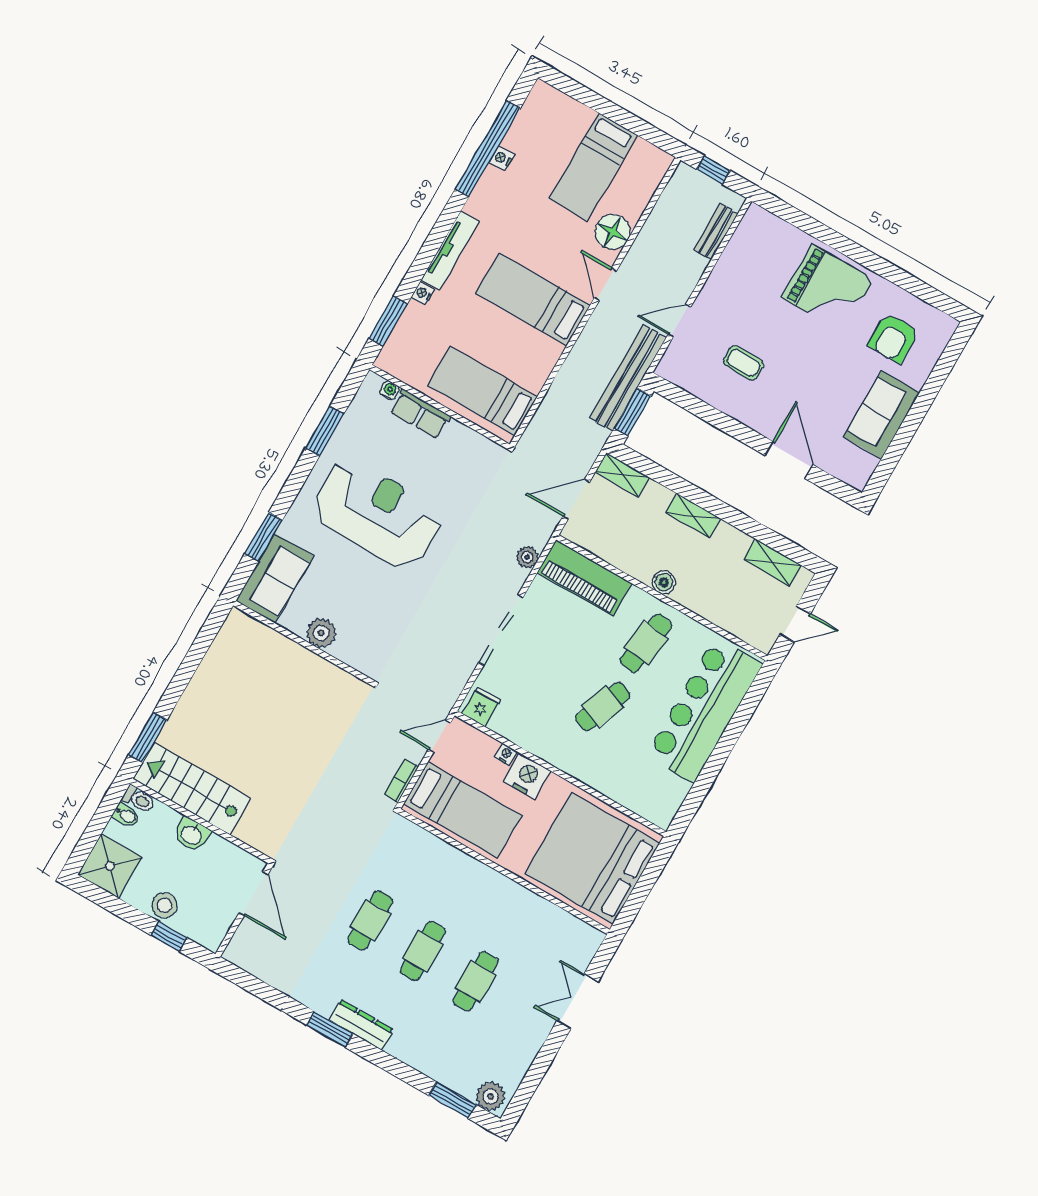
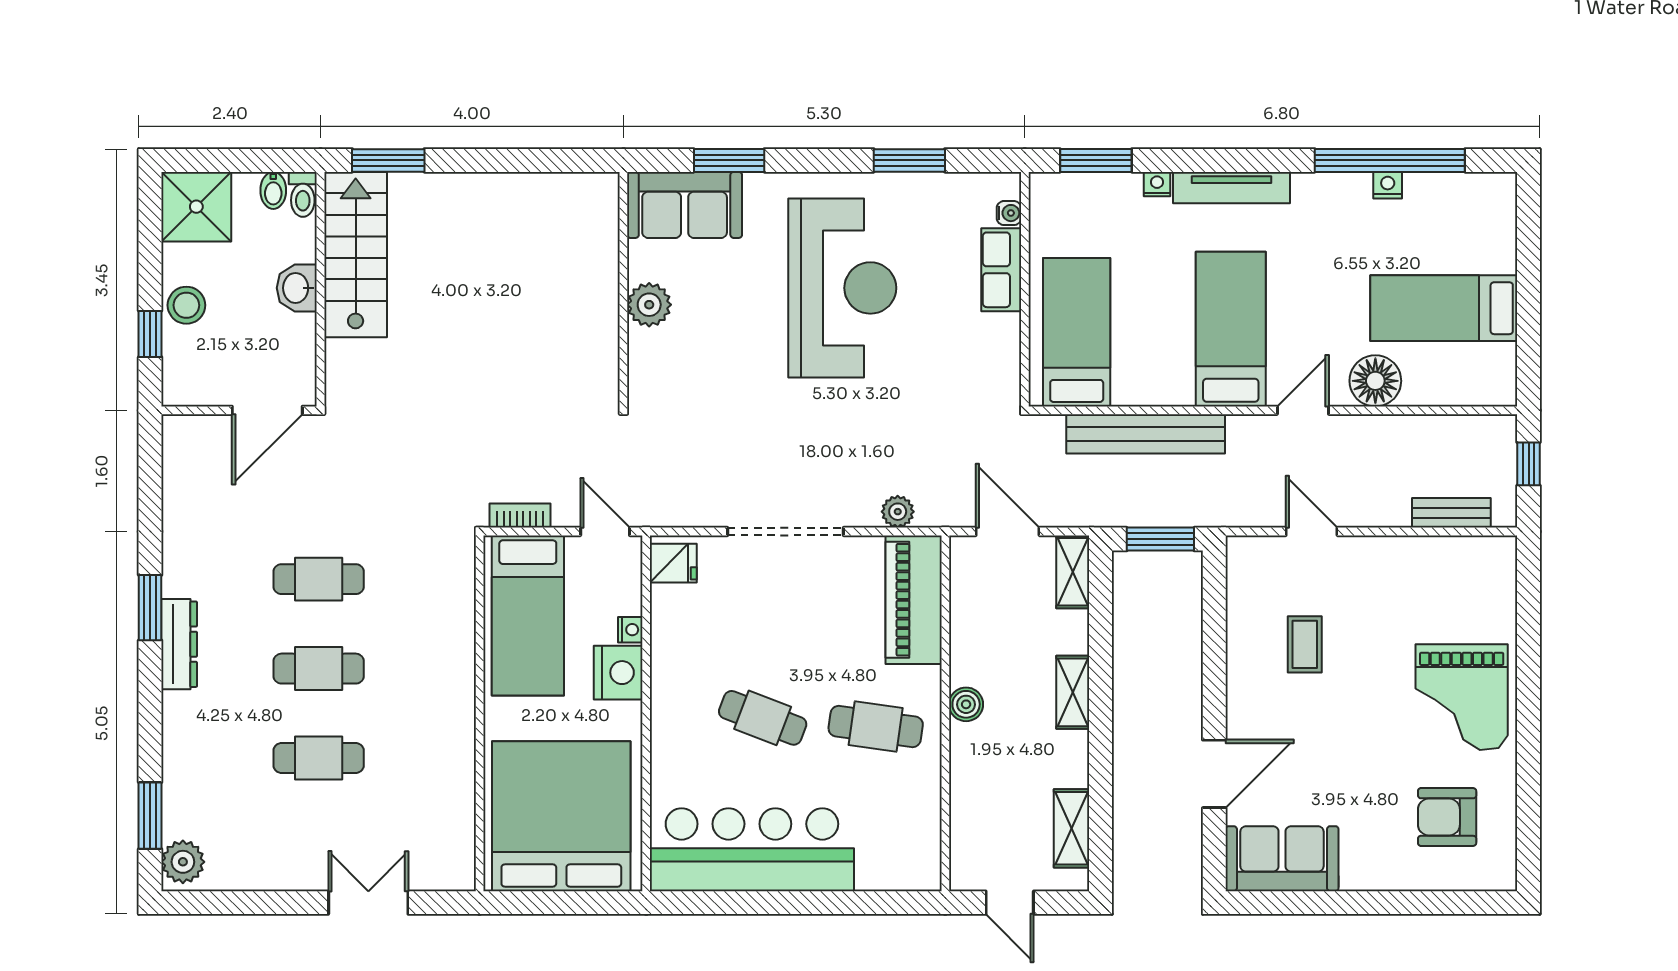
bench: (628, 378) -> (1146, 434), moved
sofa: (882, 415) -> (1282, 859), moved
bar counter: (704, 710) -> (752, 850), moved

